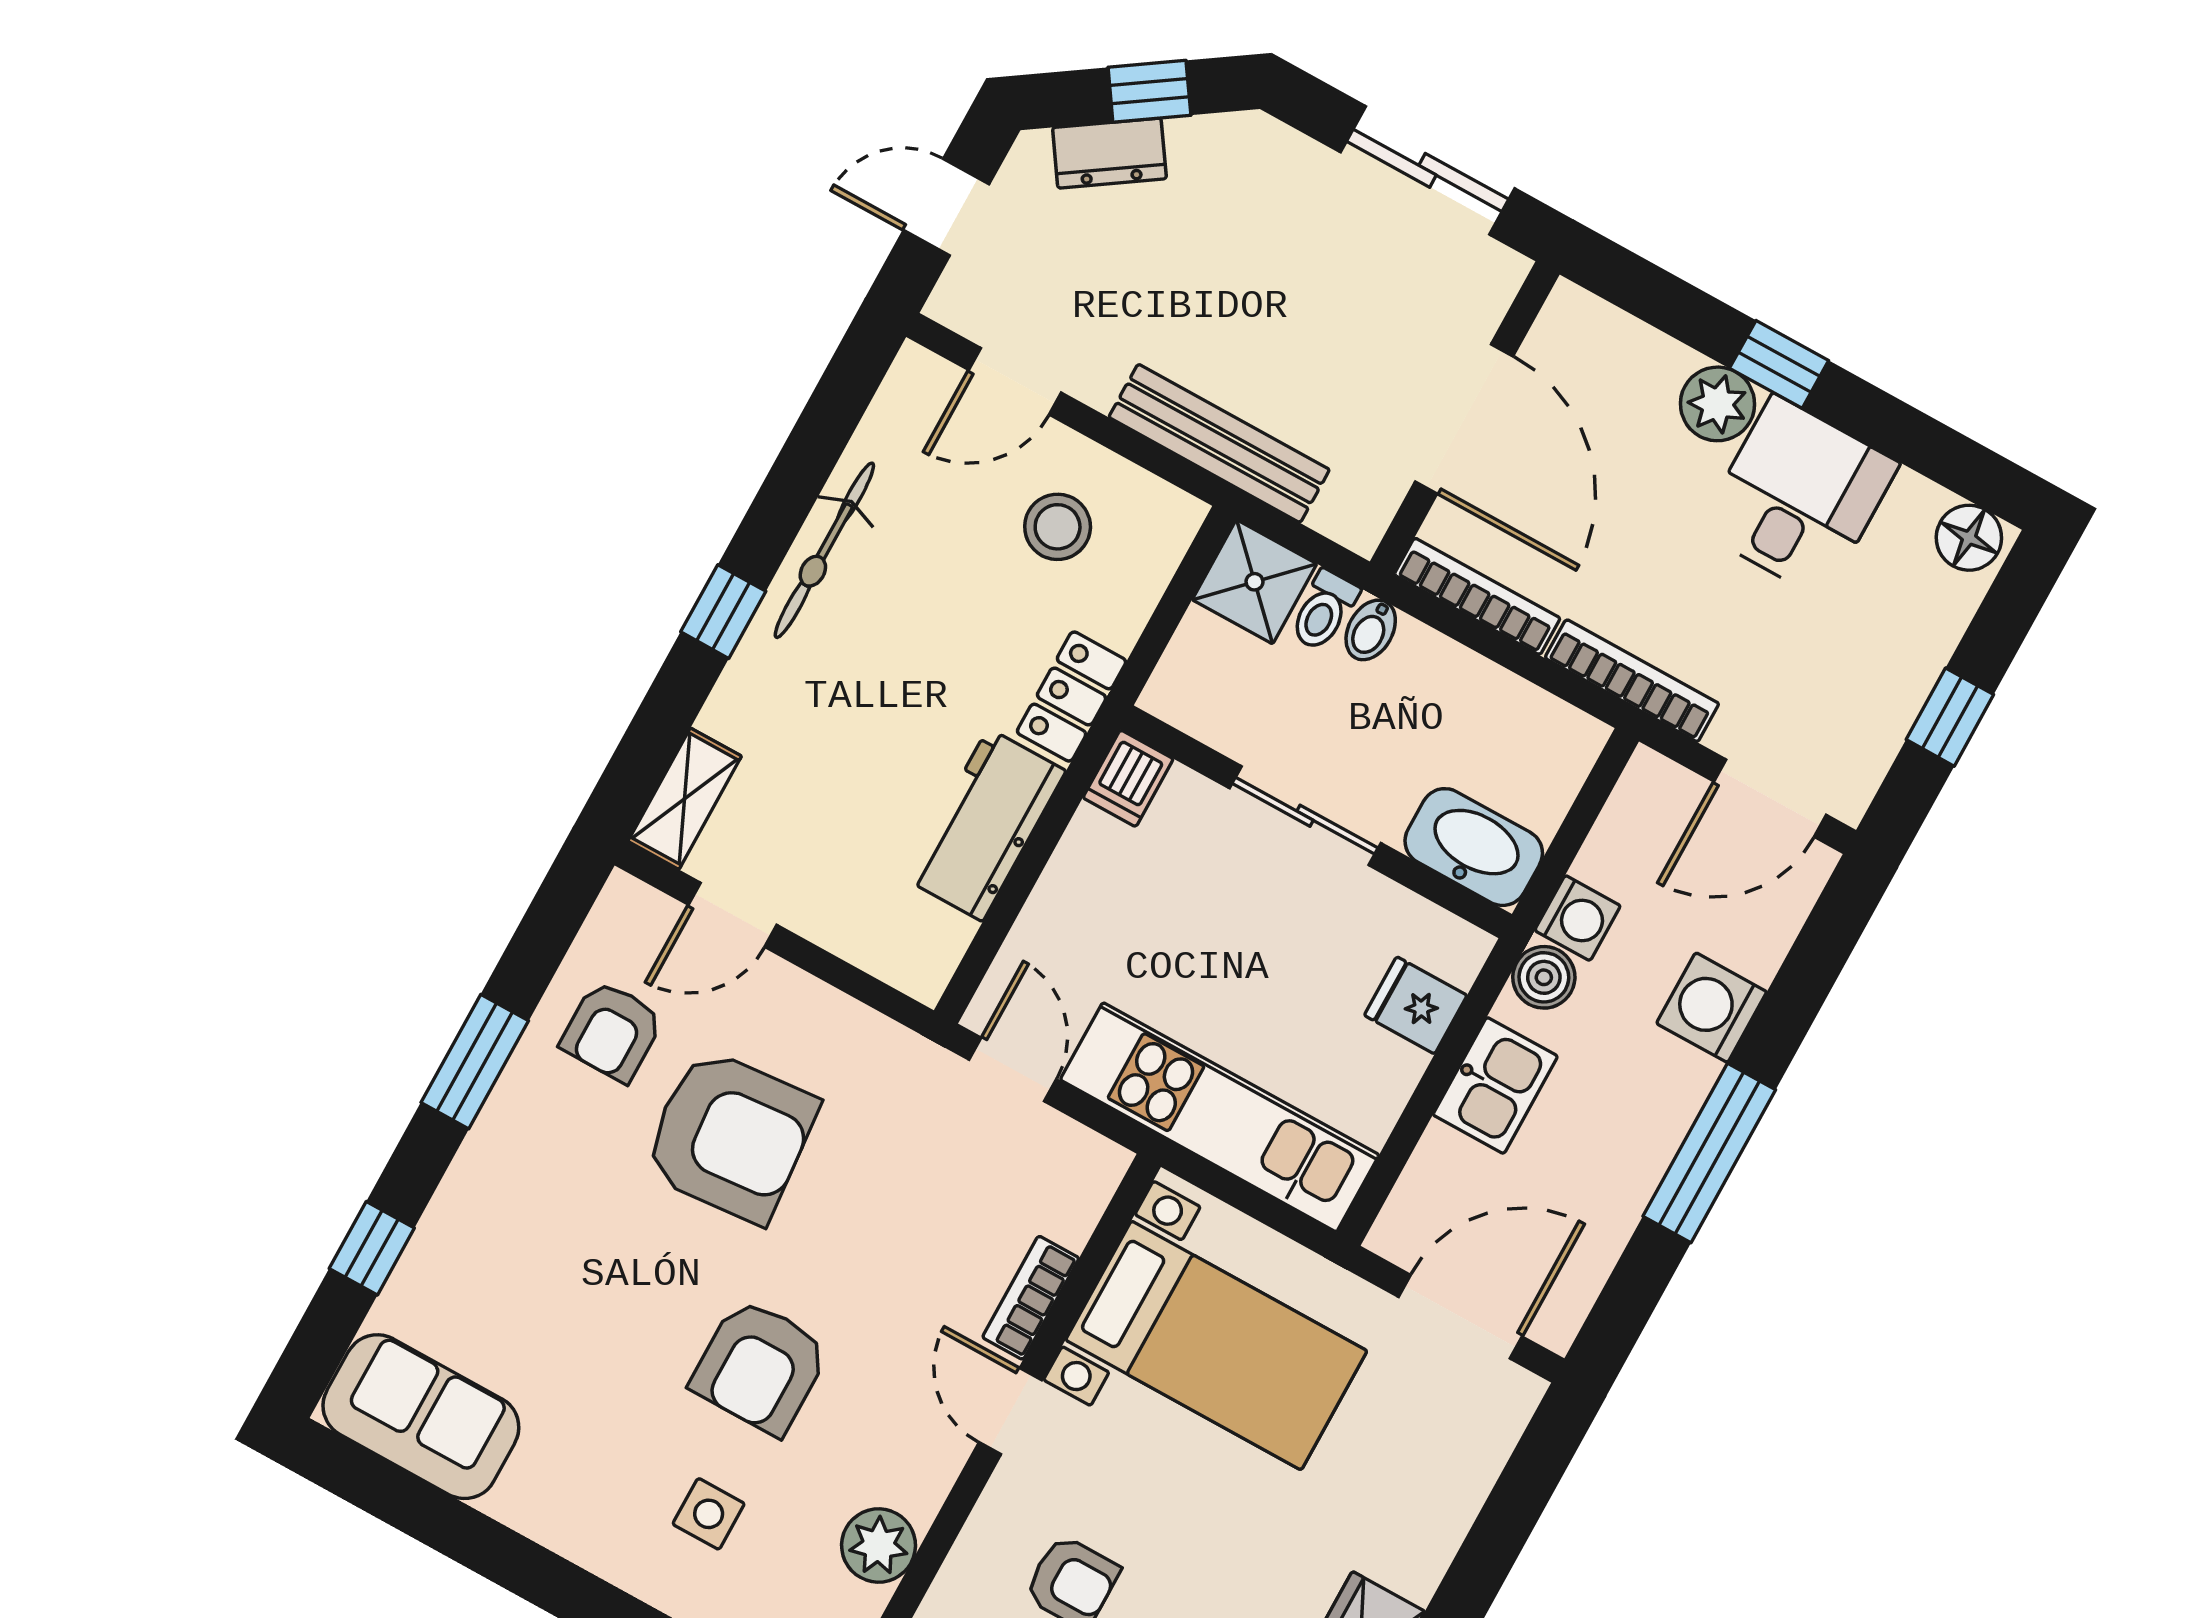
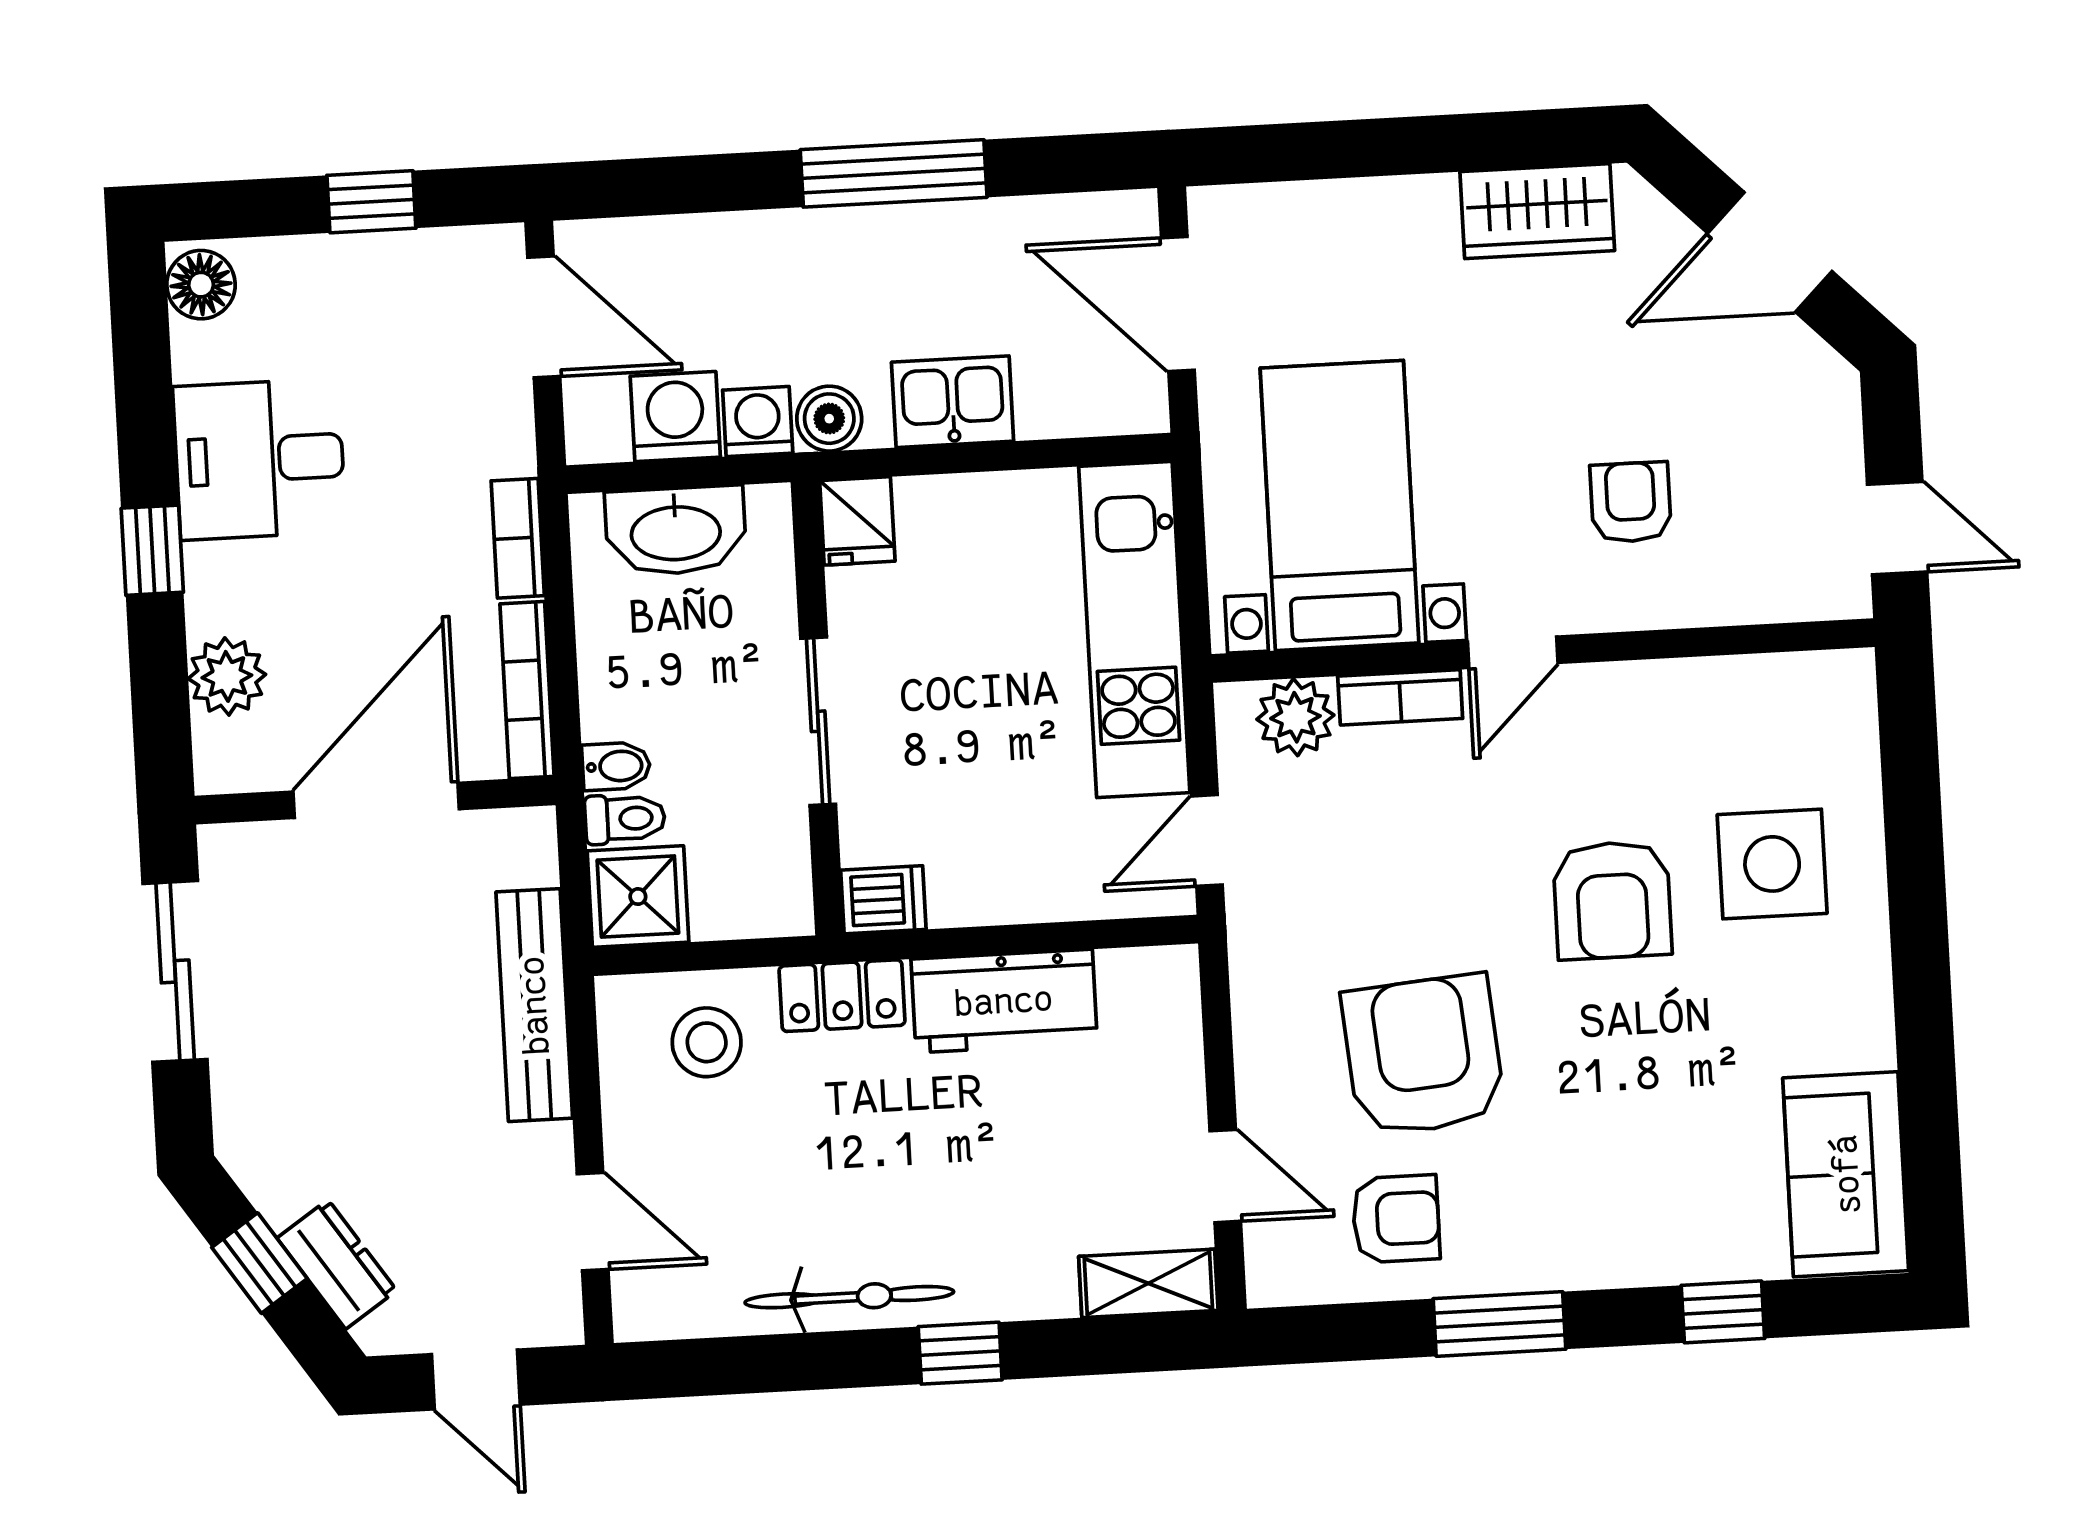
plant: (1718, 404) -> (227, 676), moved
stool: (1058, 527) -> (707, 1042), moved
bookcase: (1632, 681) -> (518, 538), width x0.64
washbasin: (1474, 847) -> (676, 531), moved, turned -90
fridge: (1416, 1005) -> (857, 521), moved
washing machine: (1712, 1008) -> (675, 417), moved, turned 180
armchair: (760, 1367) -> (1612, 900), turned 90
side table: (709, 1514) -> (1772, 864), width x1.87, depth x1.87
plant: (879, 1546) -> (1295, 717), moved

